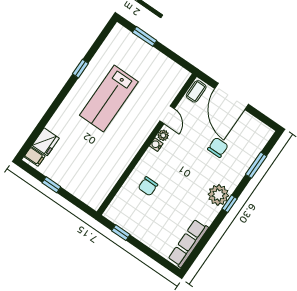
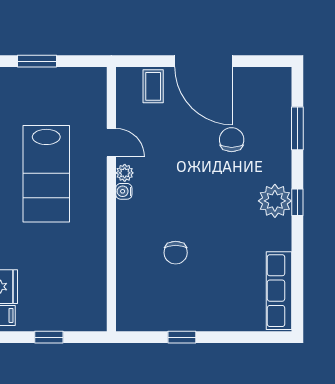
door: (167, 115) -> (111, 143), moved
plant: (163, 135) -> (125, 173), moved
wall: (147, 144) -> (111, 199), moved
water cooler: (156, 145) -> (124, 191), moved

